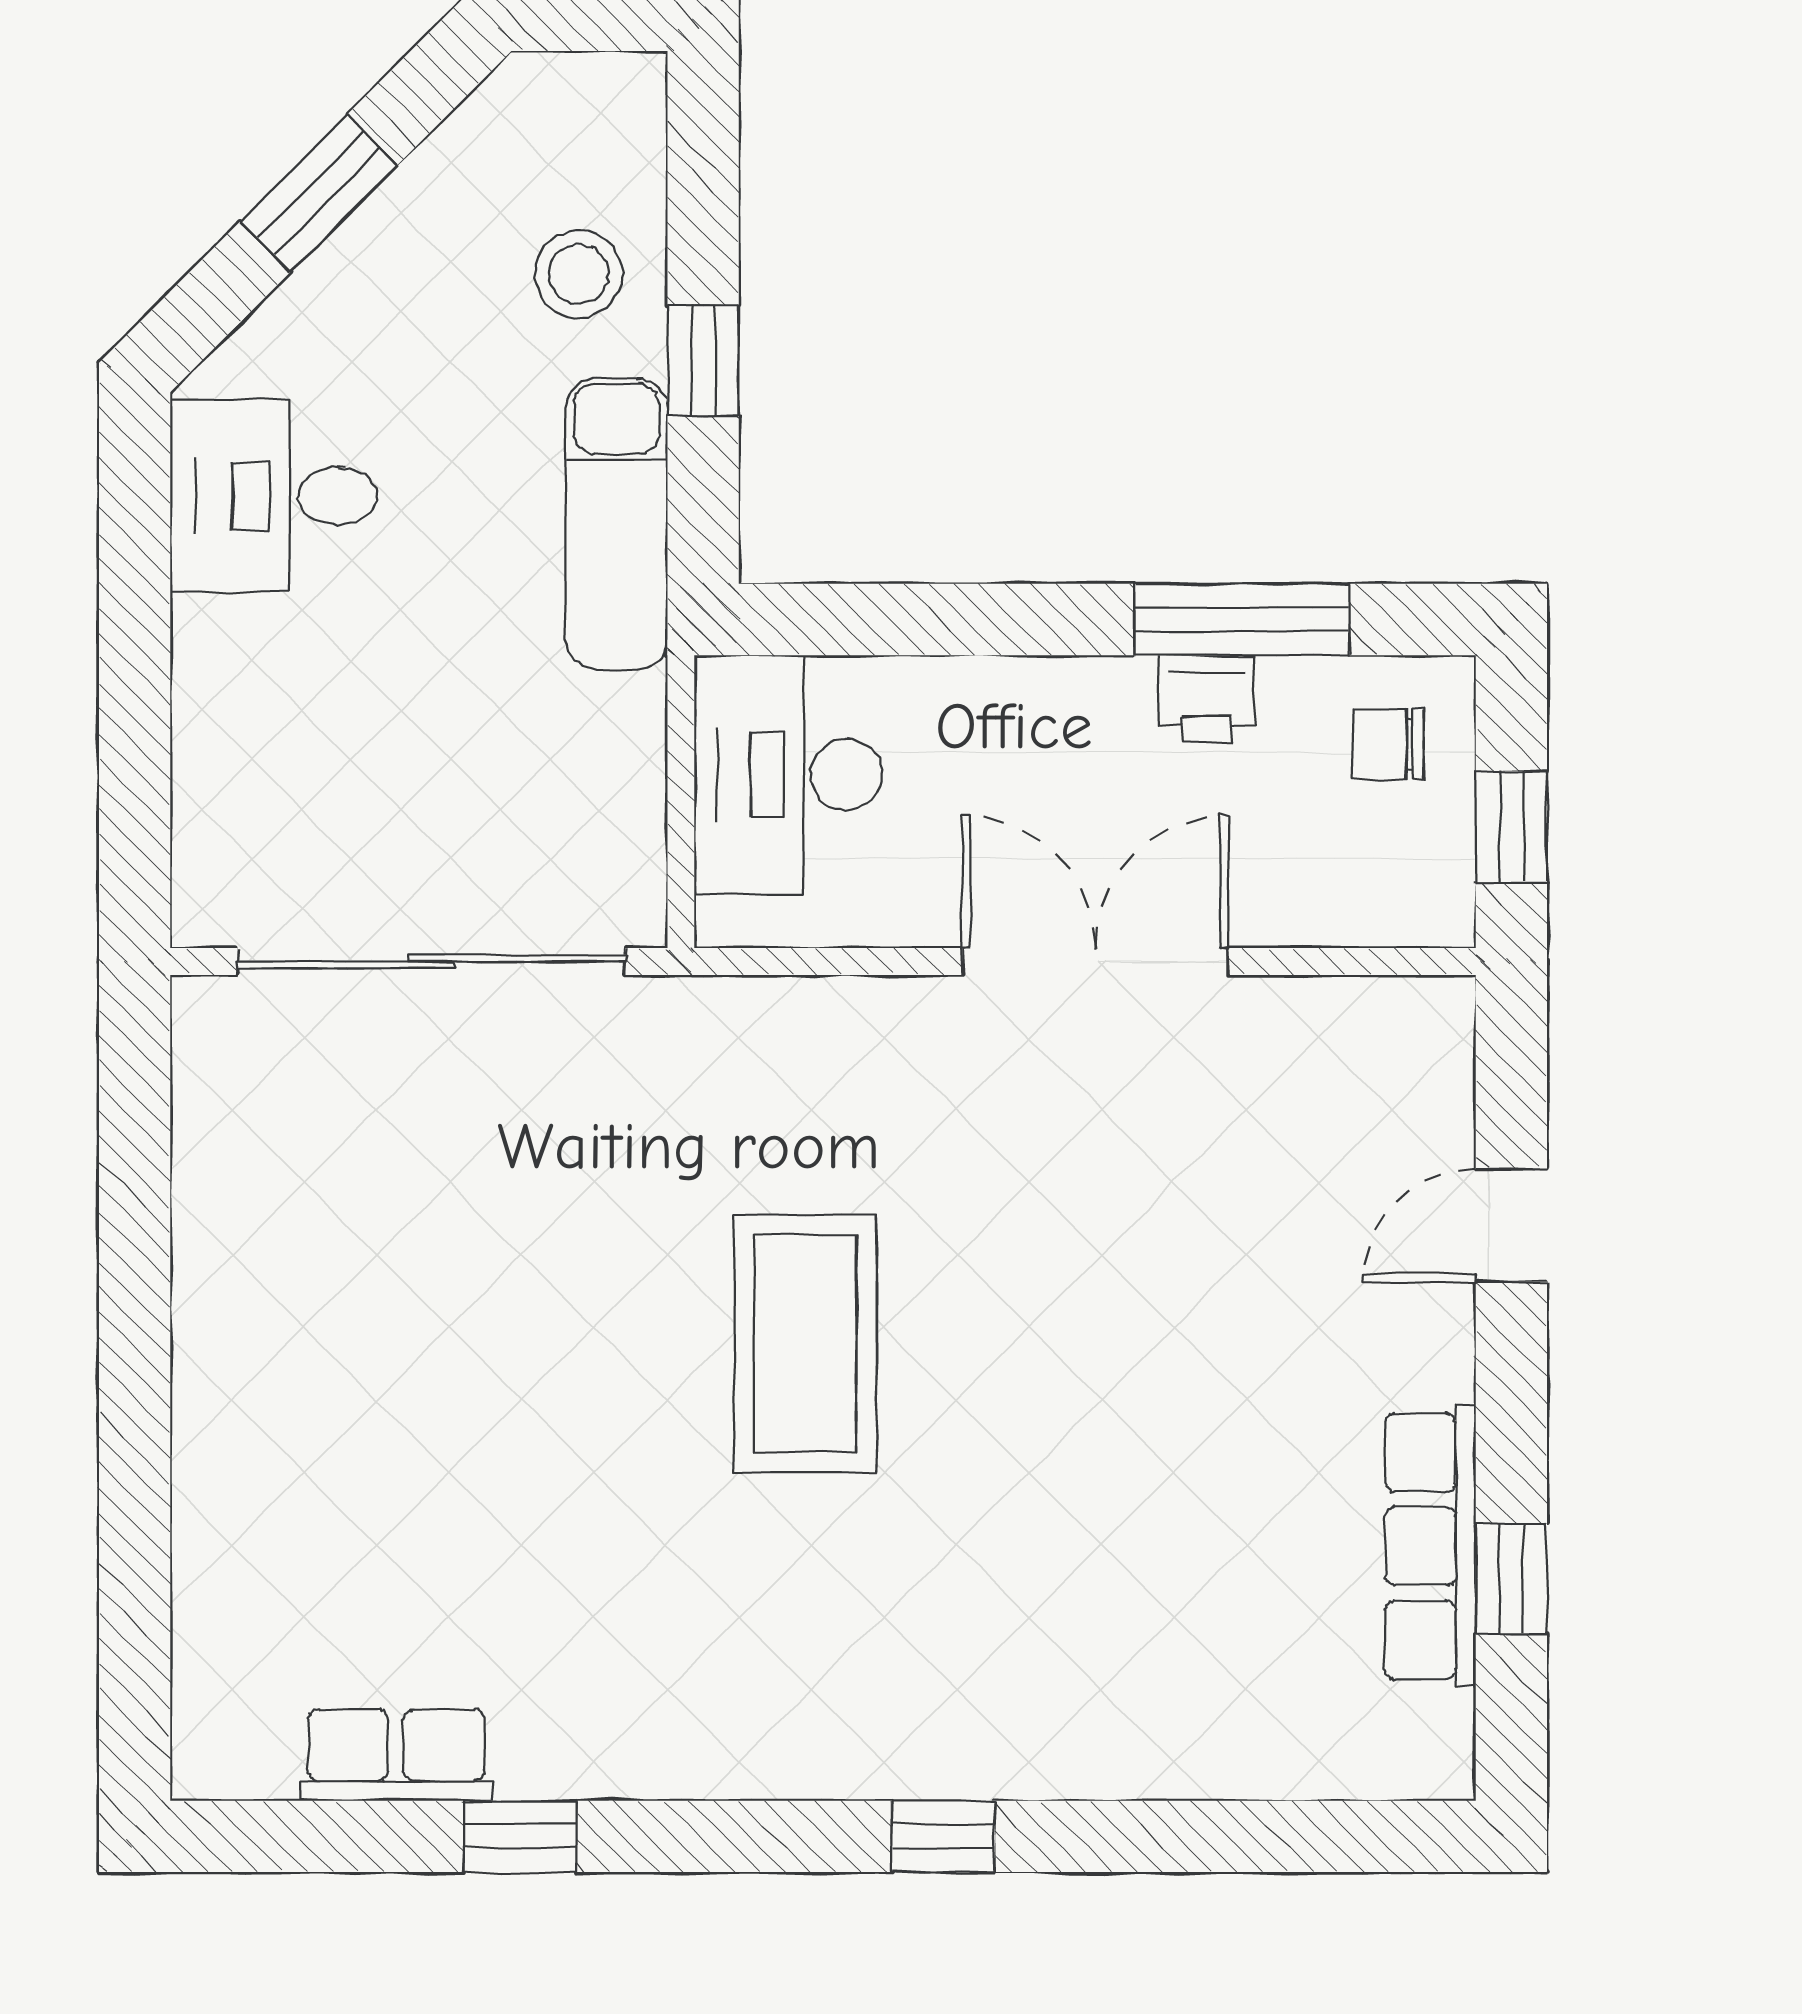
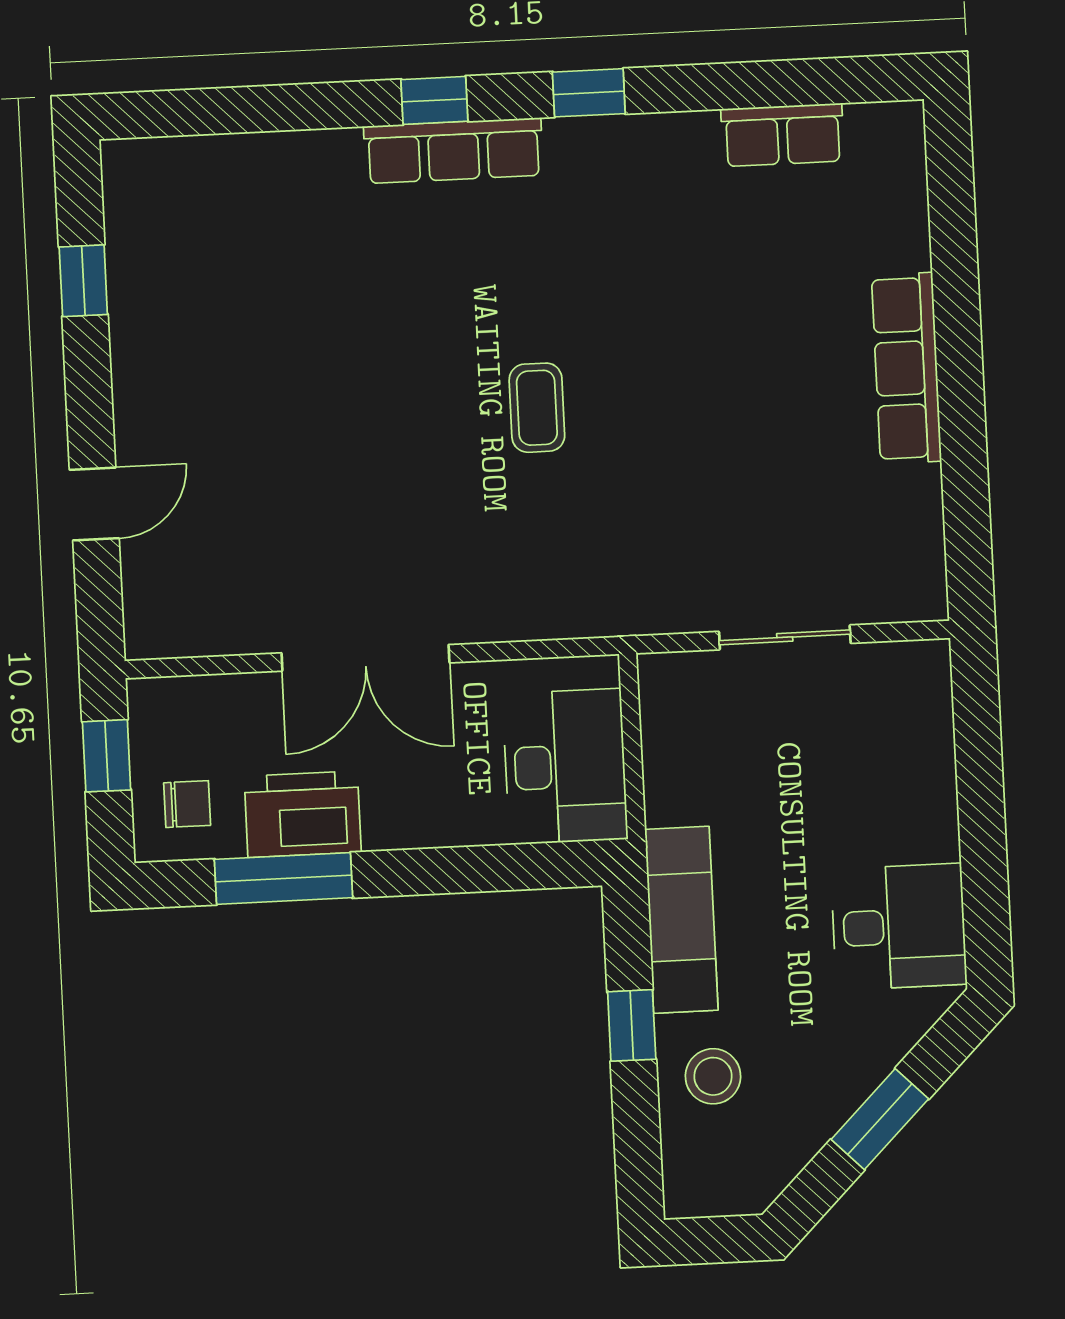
printer: (1206, 699) -> (303, 814), width x1.87, depth x1.48
sliding door: (431, 961) -> (785, 637), width x0.54
coffee table: (805, 1343) -> (537, 408), width x0.54, depth x0.58
row of seats: (218, 1377) -> (906, 368), added
row of seats: (1430, 1546) -> (453, 151), moved, turned 90
window: (520, 1836) -> (589, 93), moved

